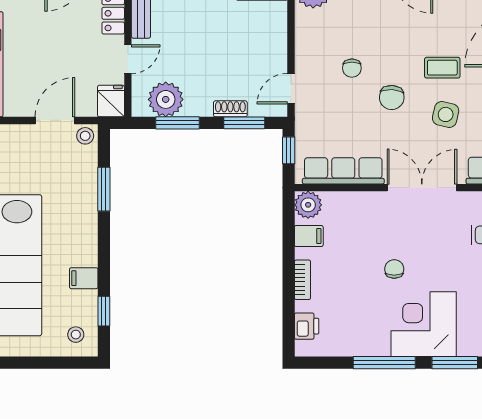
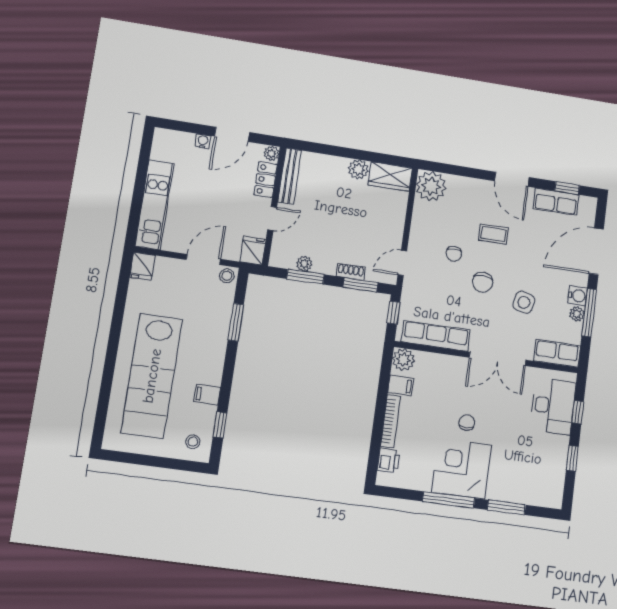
coffee table: (442, 68) -> (493, 234), moved
plant: (166, 99) -> (304, 264), width x0.53, depth x0.53
double door: (422, 188) -> (498, 359), swing flipped
bookcase: (302, 280) -> (390, 421), width x1.56
corner desk: (424, 324) -> (462, 469), moved

